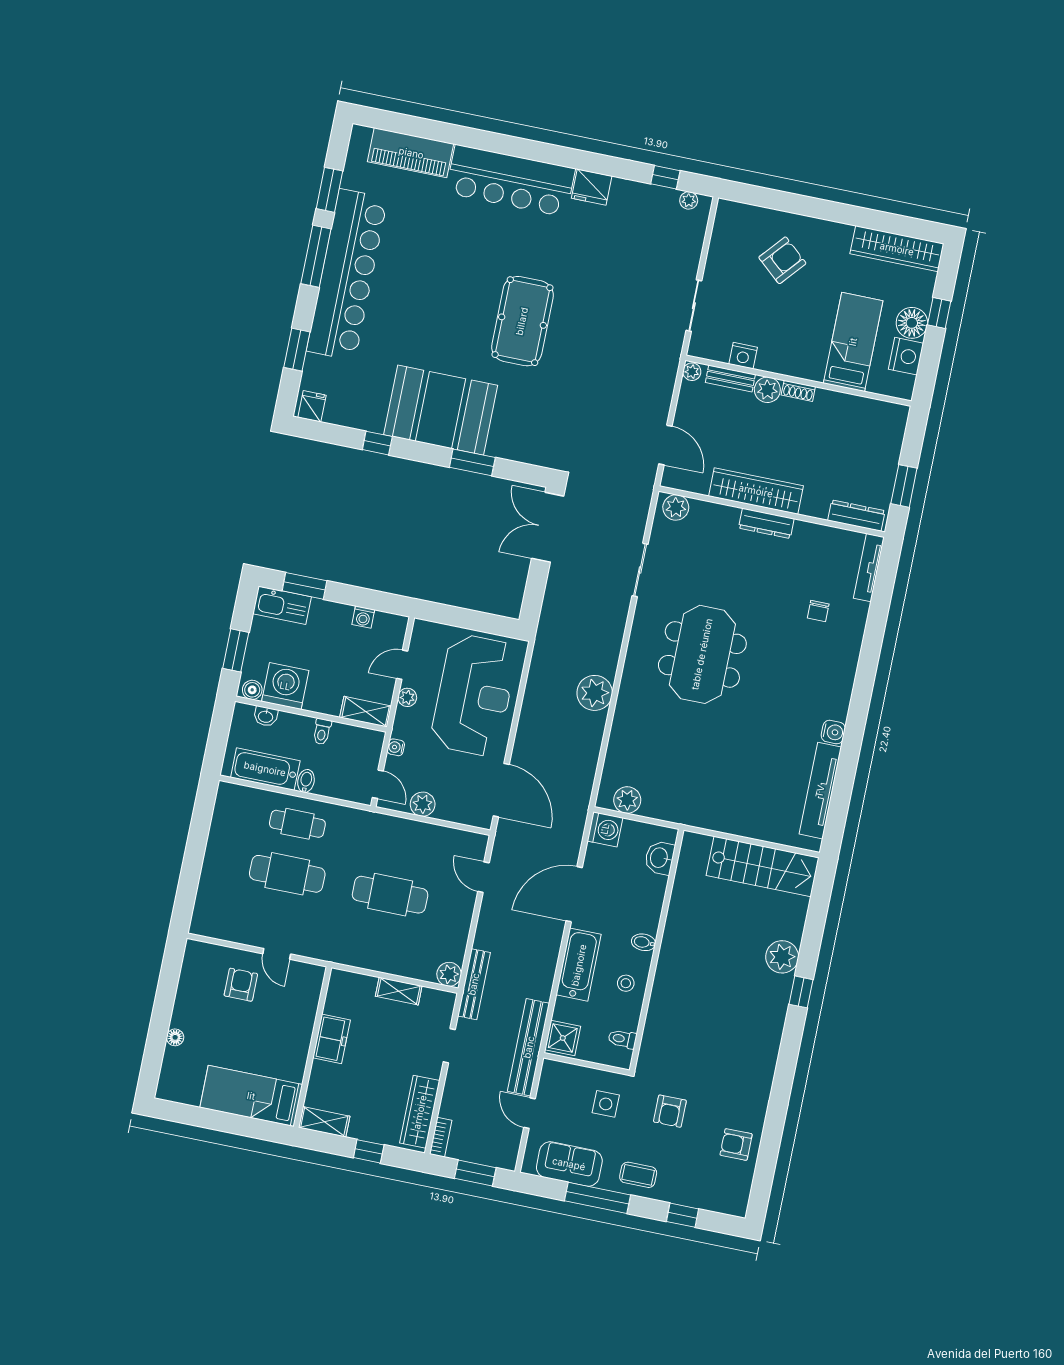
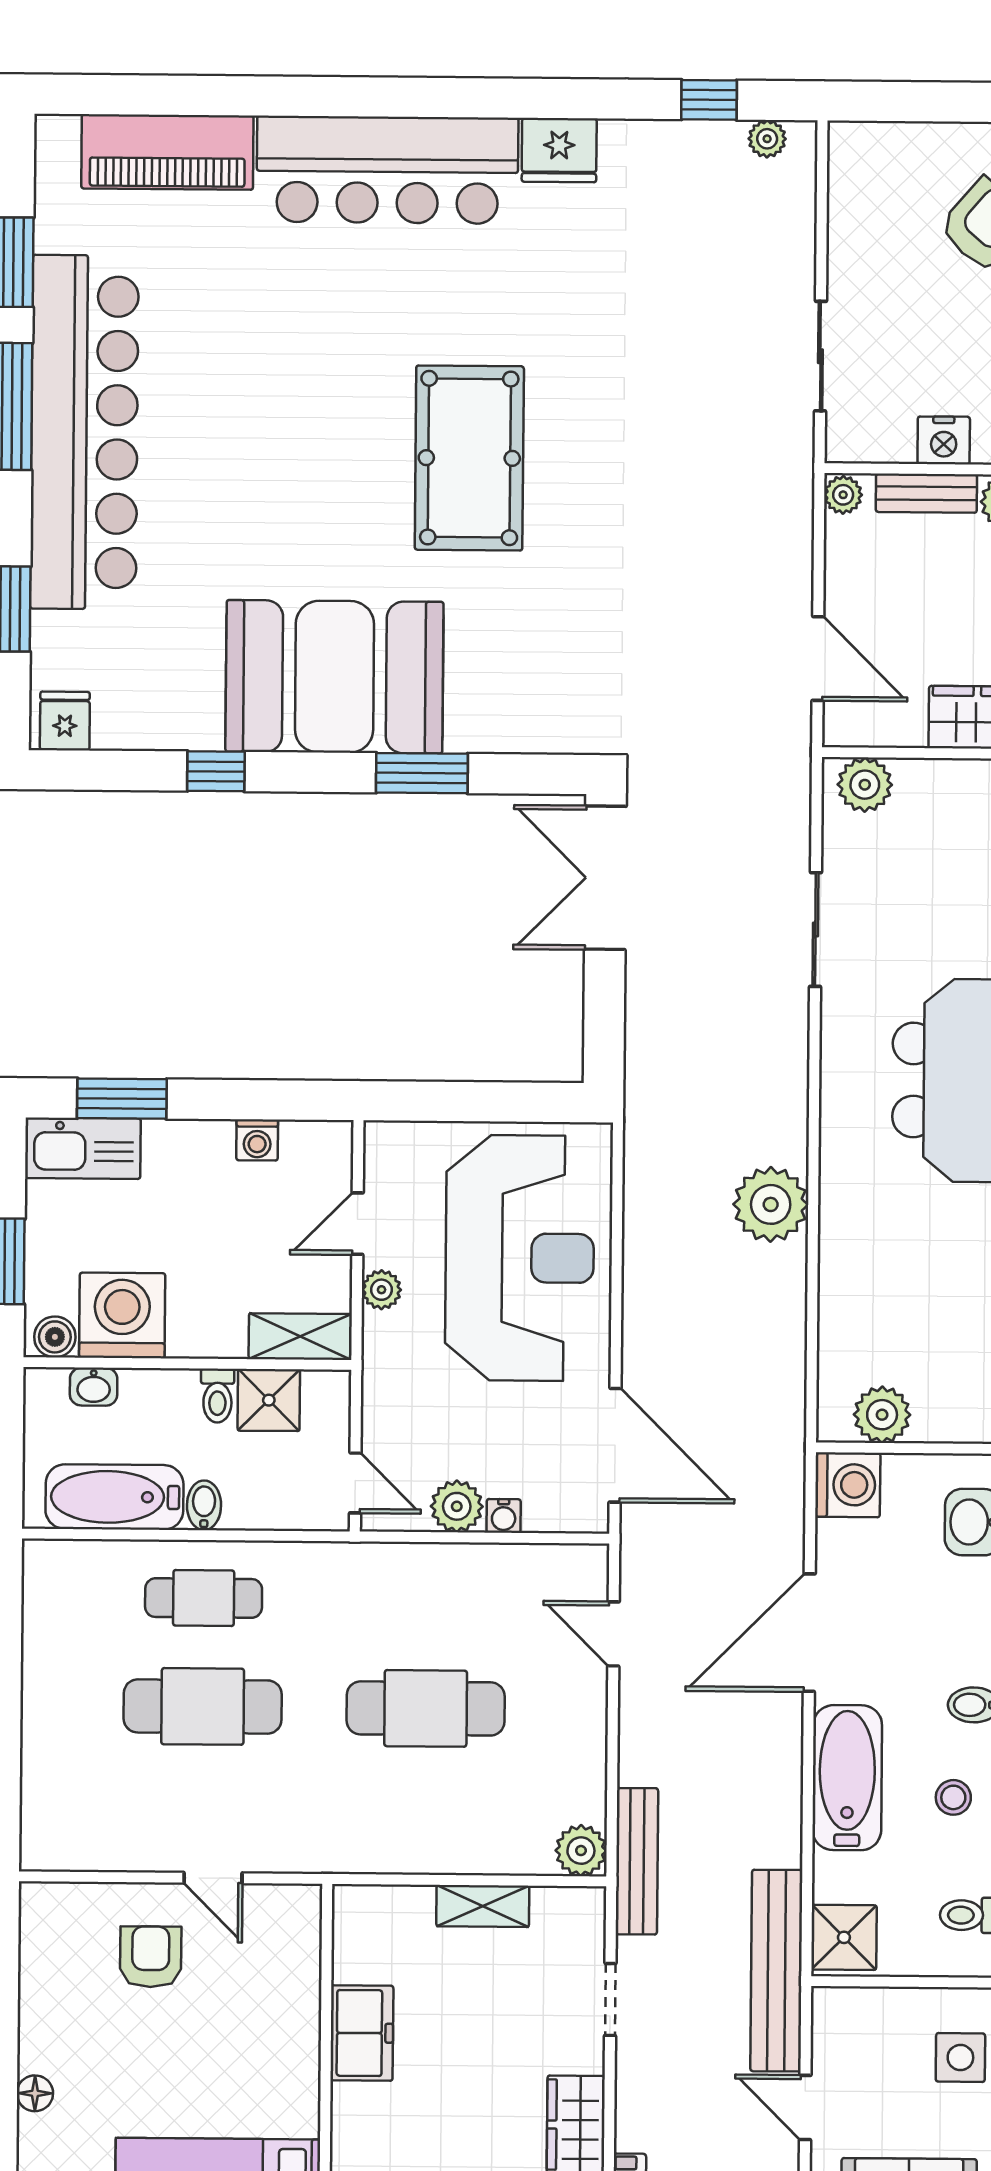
shower: (345, 738) -> (269, 1400), added
water cooler: (396, 747) -> (504, 1516), moved, turned -90

